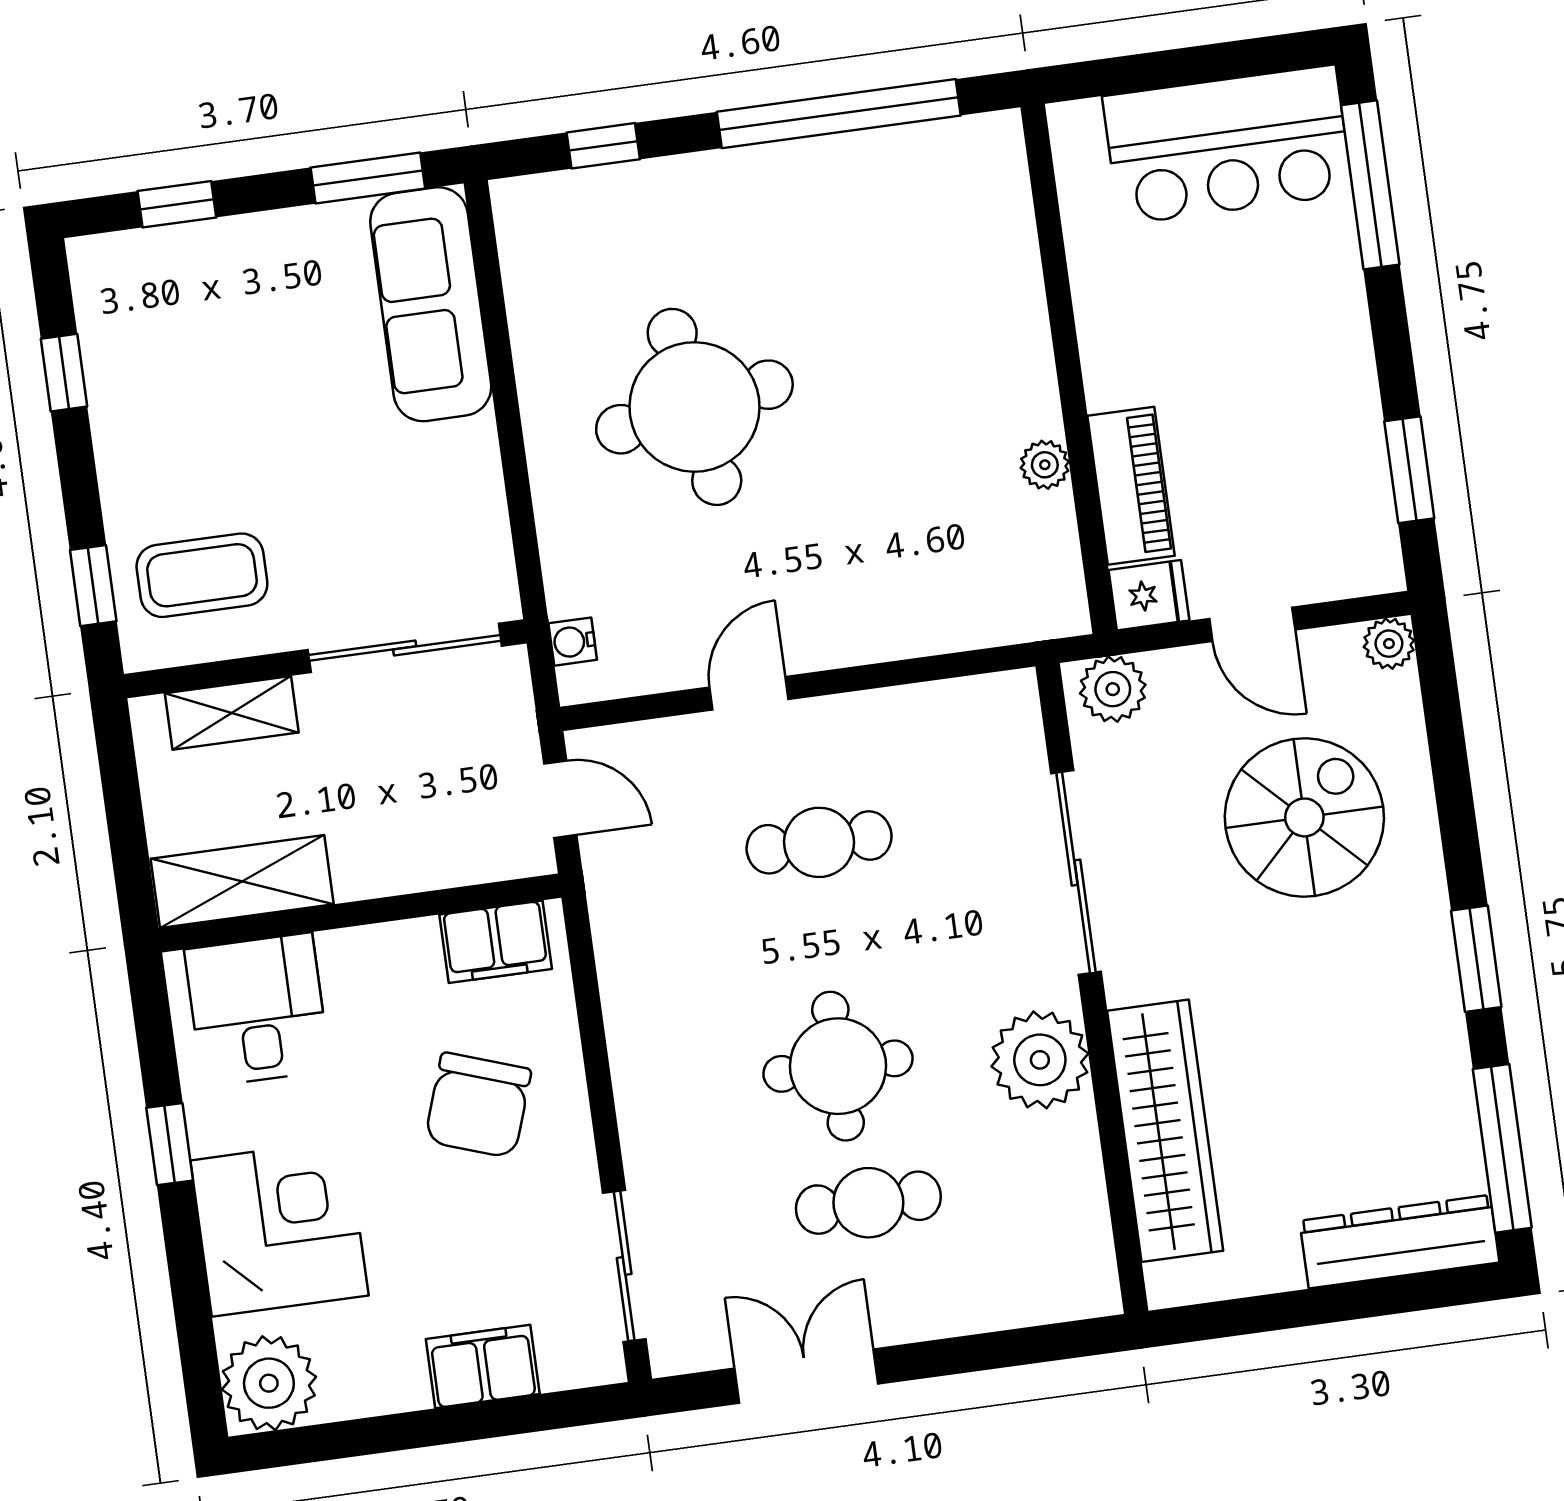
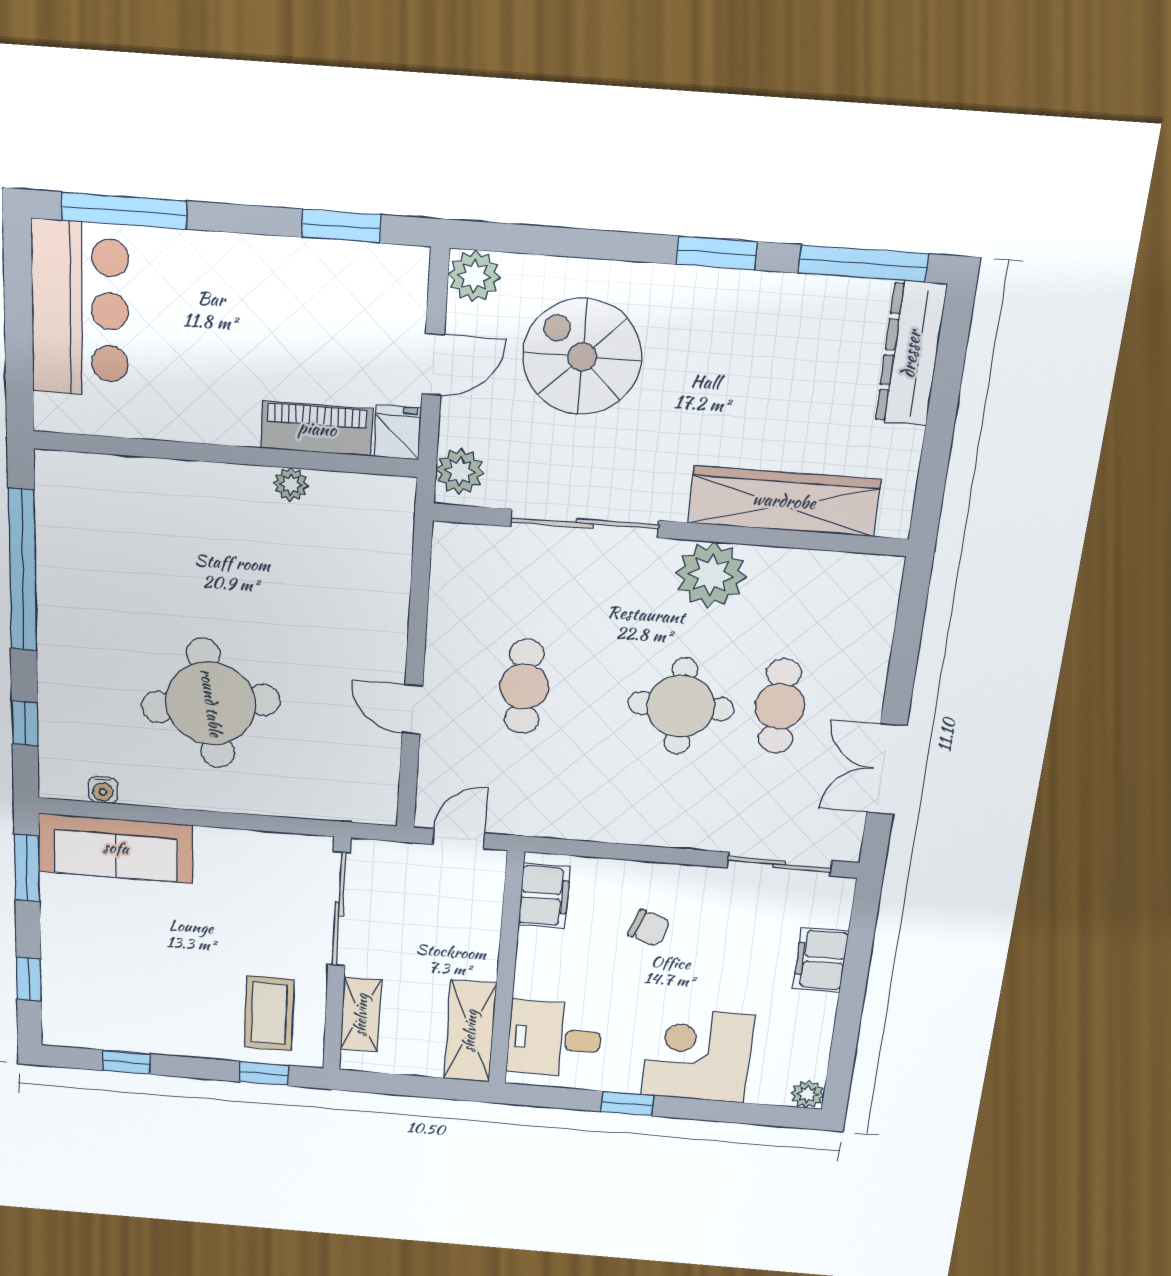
water cooler: (573, 642) -> (103, 790), moved
plant: (1389, 644) -> (474, 276), width x1.38, depth x1.38
chair: (478, 1105) -> (649, 928), width x0.54, depth x0.54
plant: (269, 1383) -> (807, 1094), width x0.53, depth x0.53

